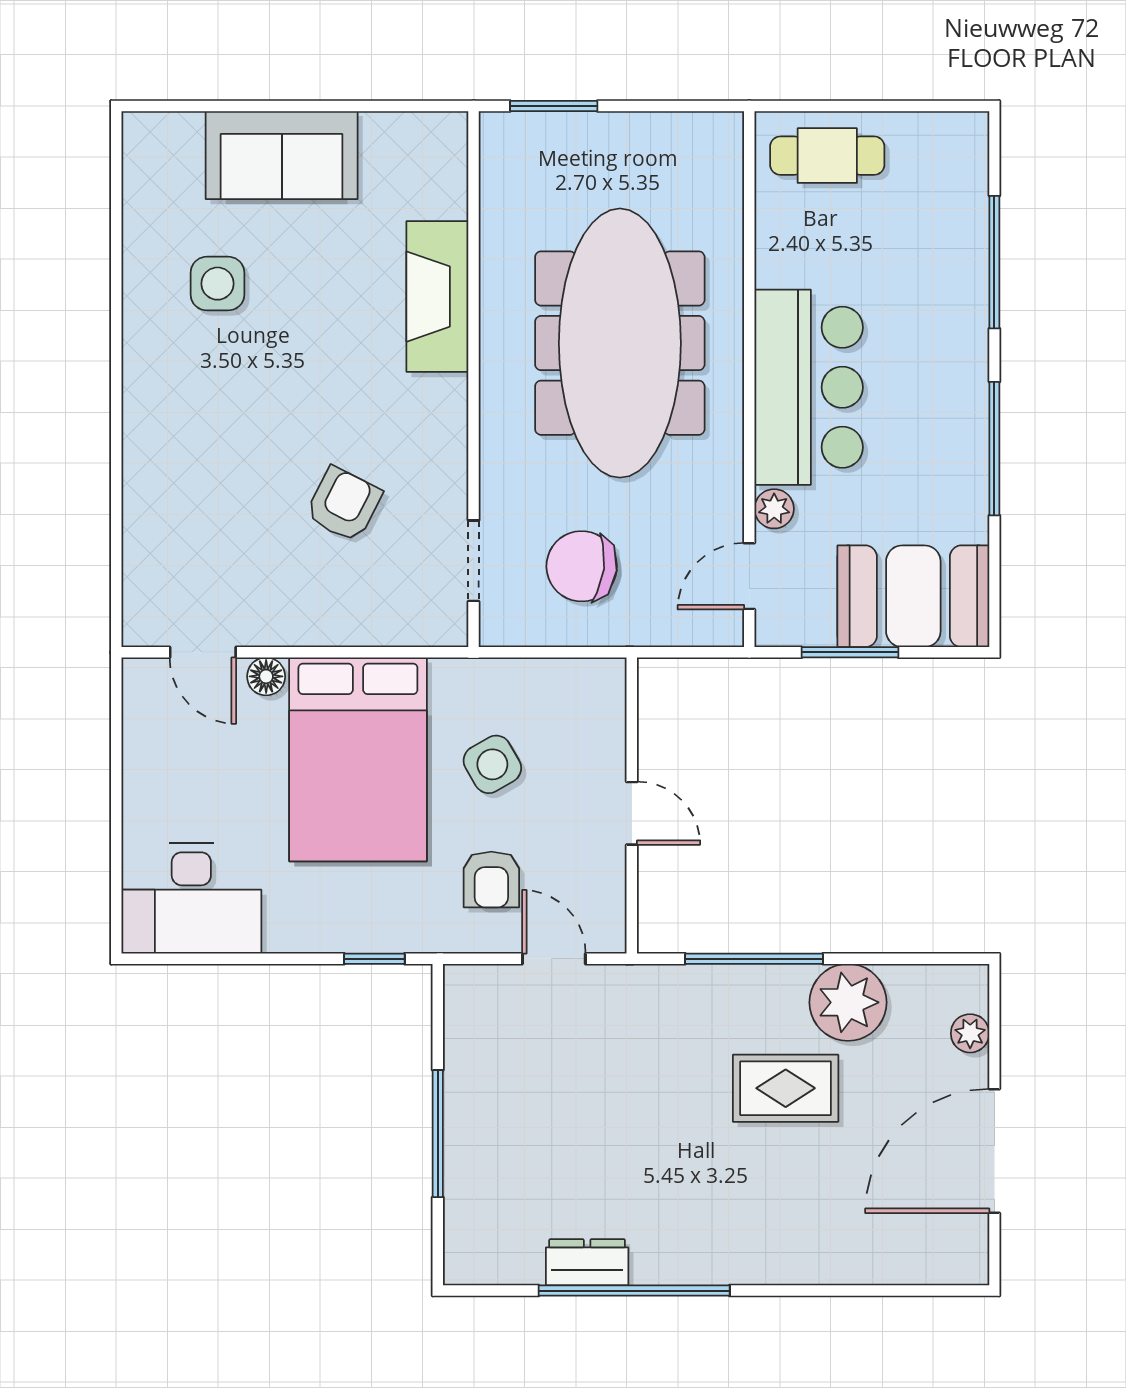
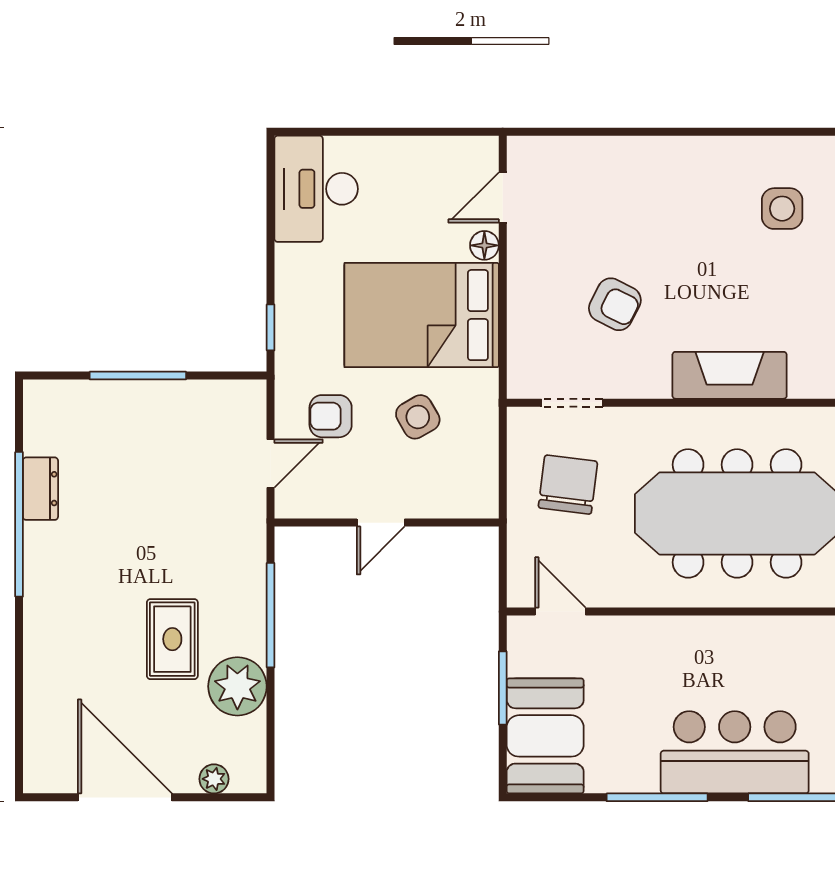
fireplace: (437, 297) -> (730, 375), moved
bar counter: (809, 387) -> (735, 752), moved, turned 180
plant: (774, 509) -> (611, 630), removed

